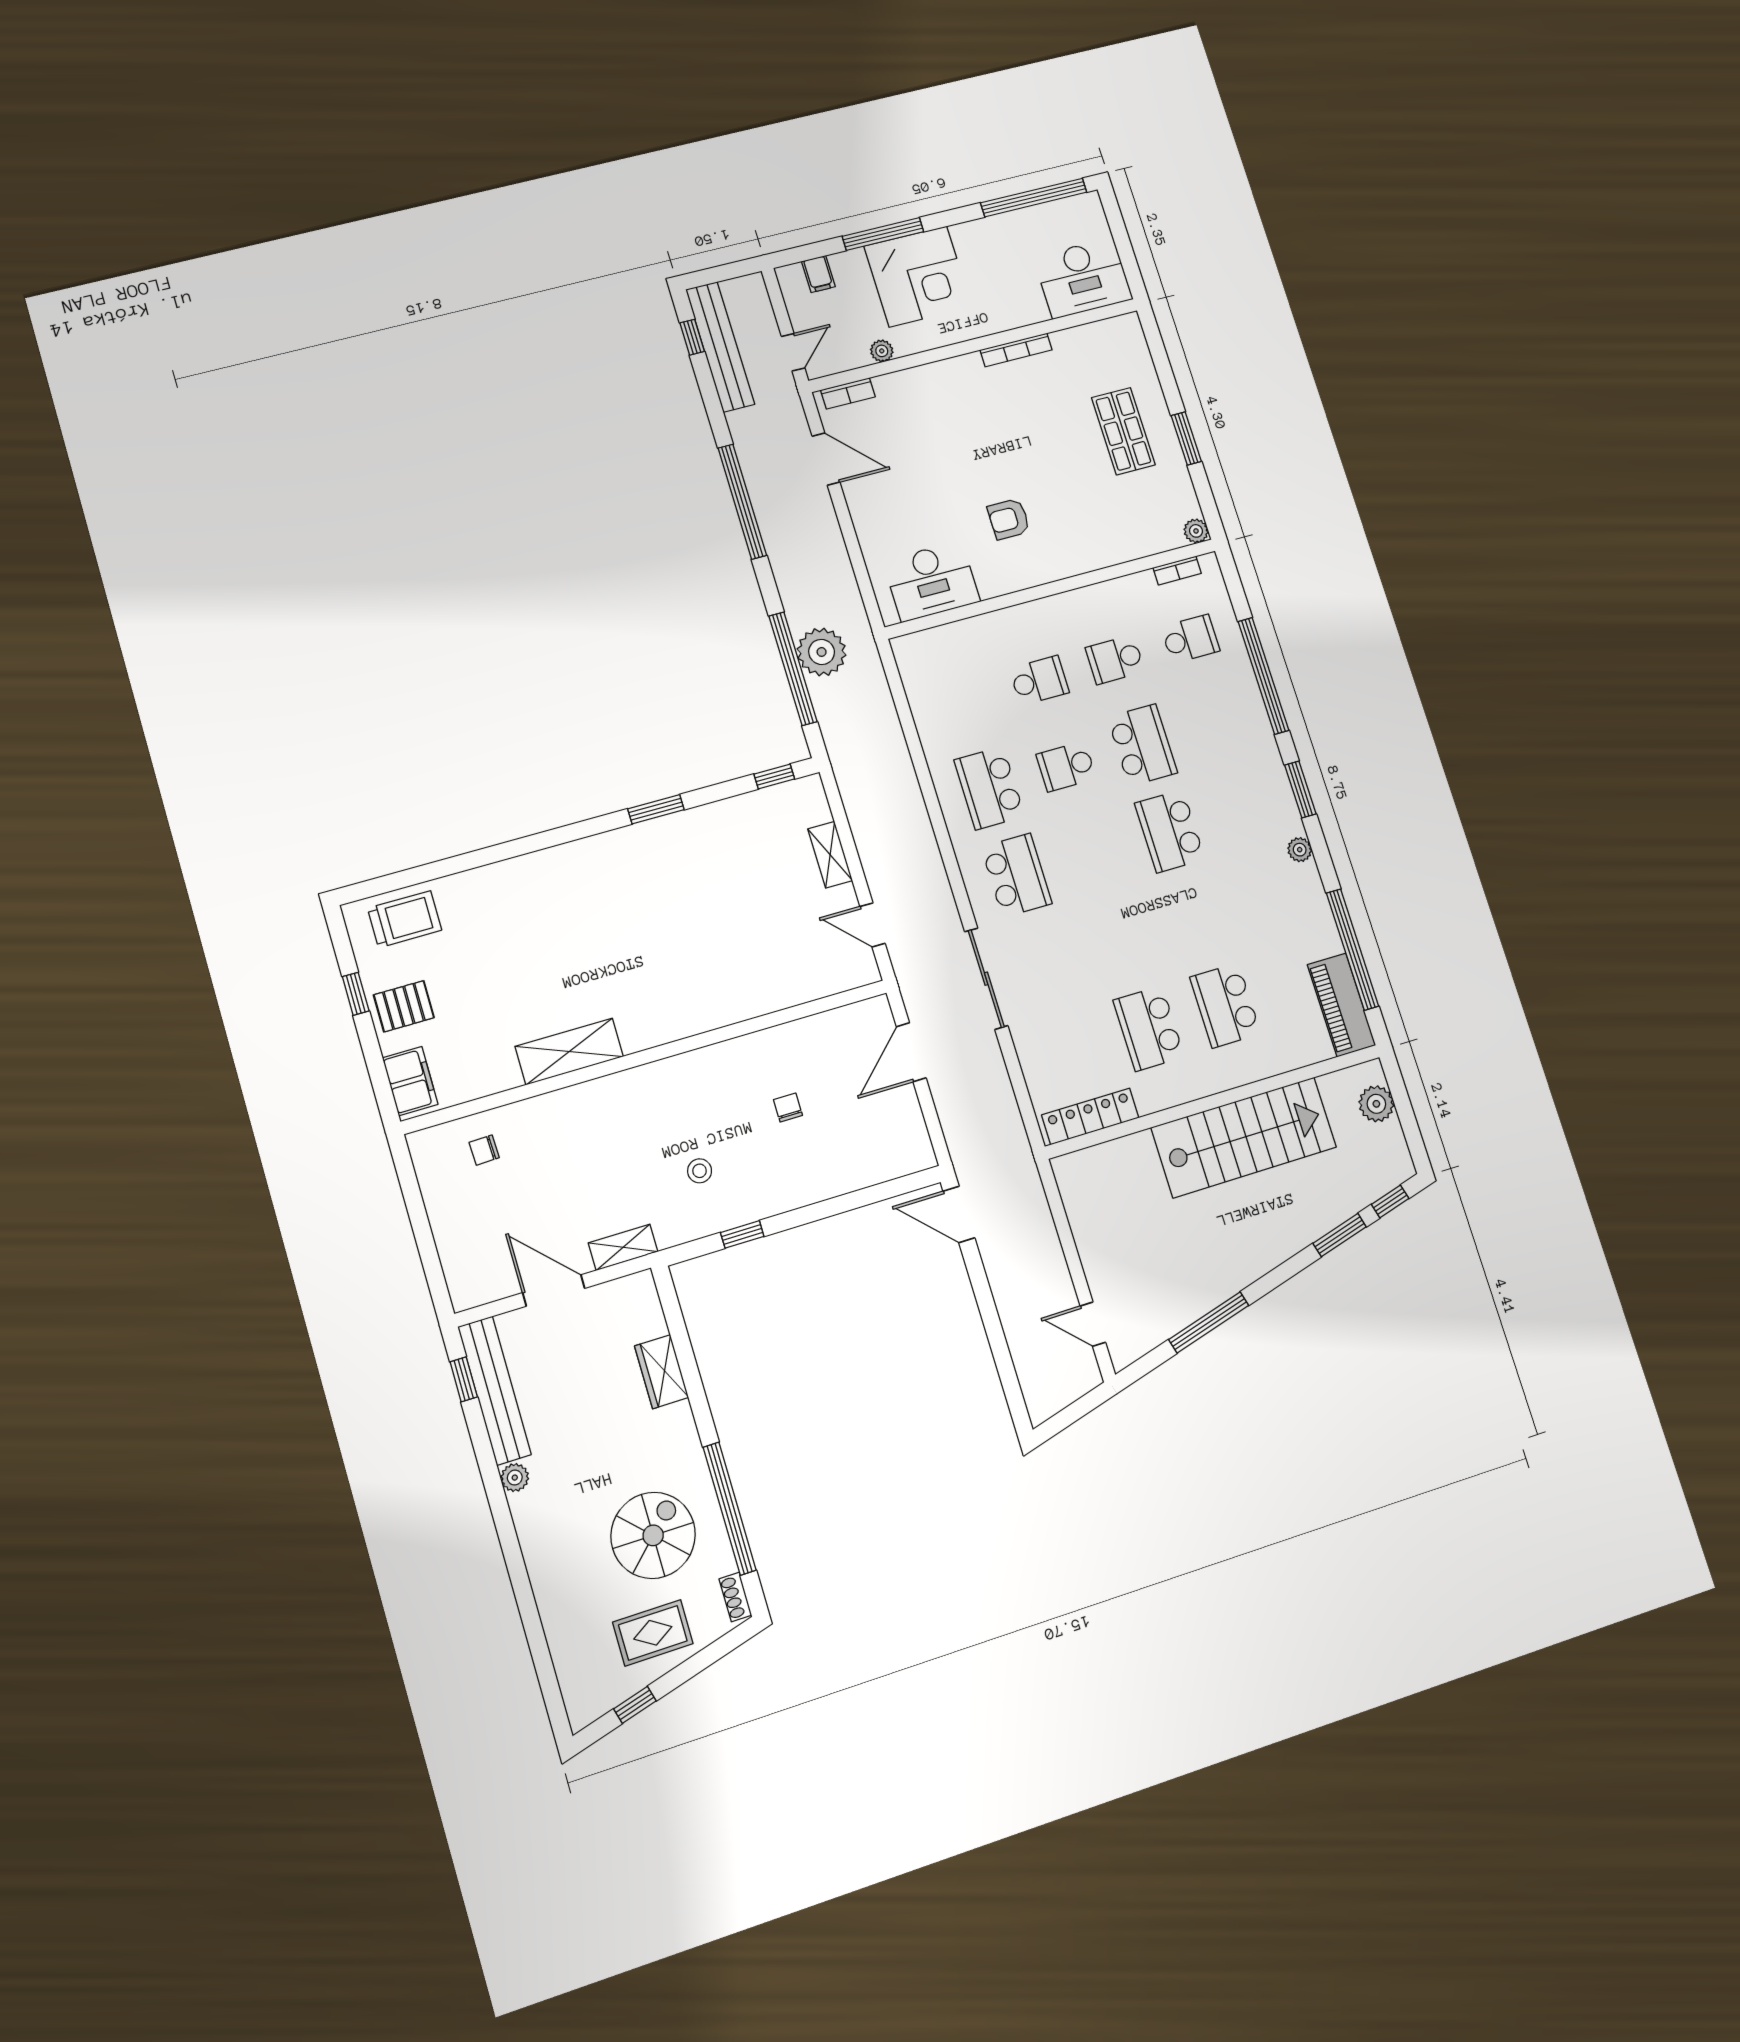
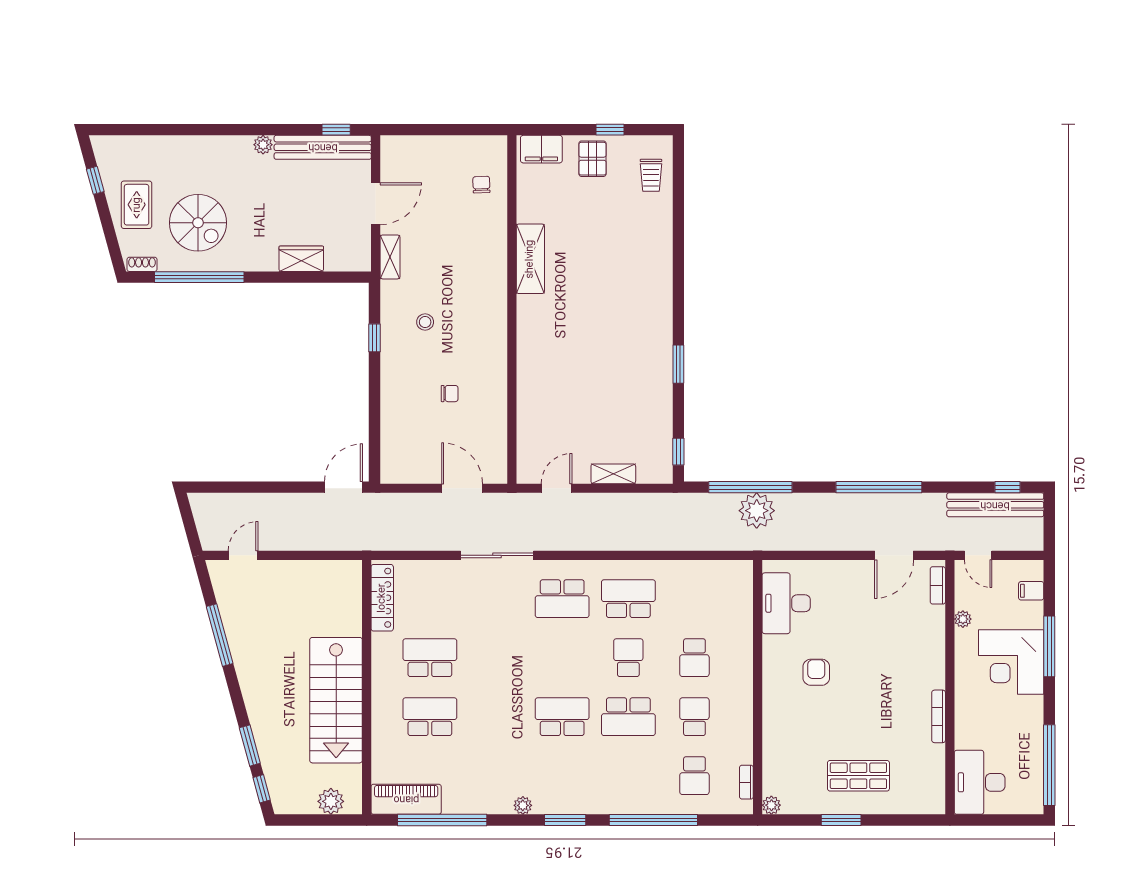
trolley: (405, 919) -> (651, 175), width x0.73, depth x0.72

